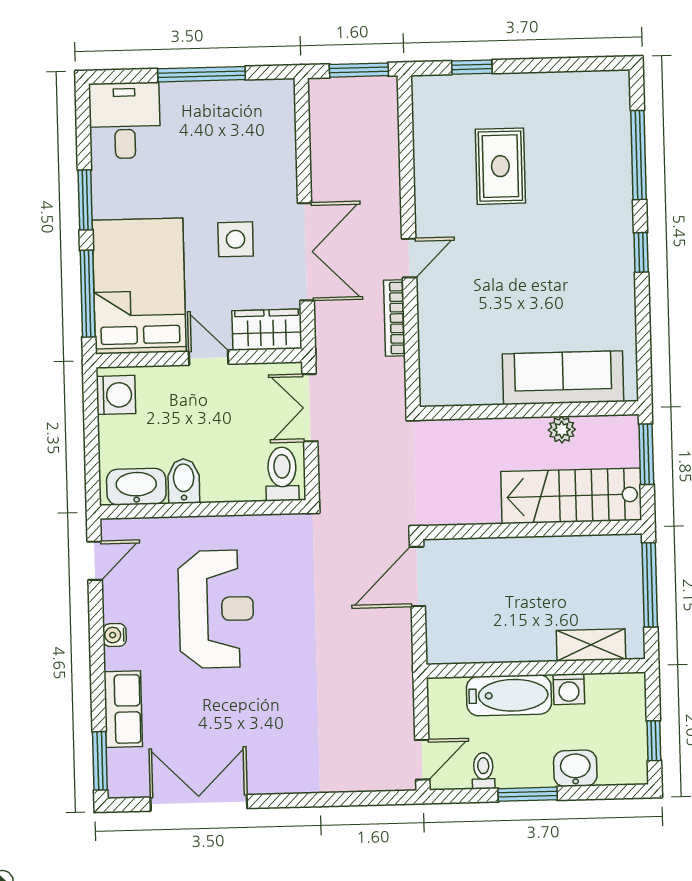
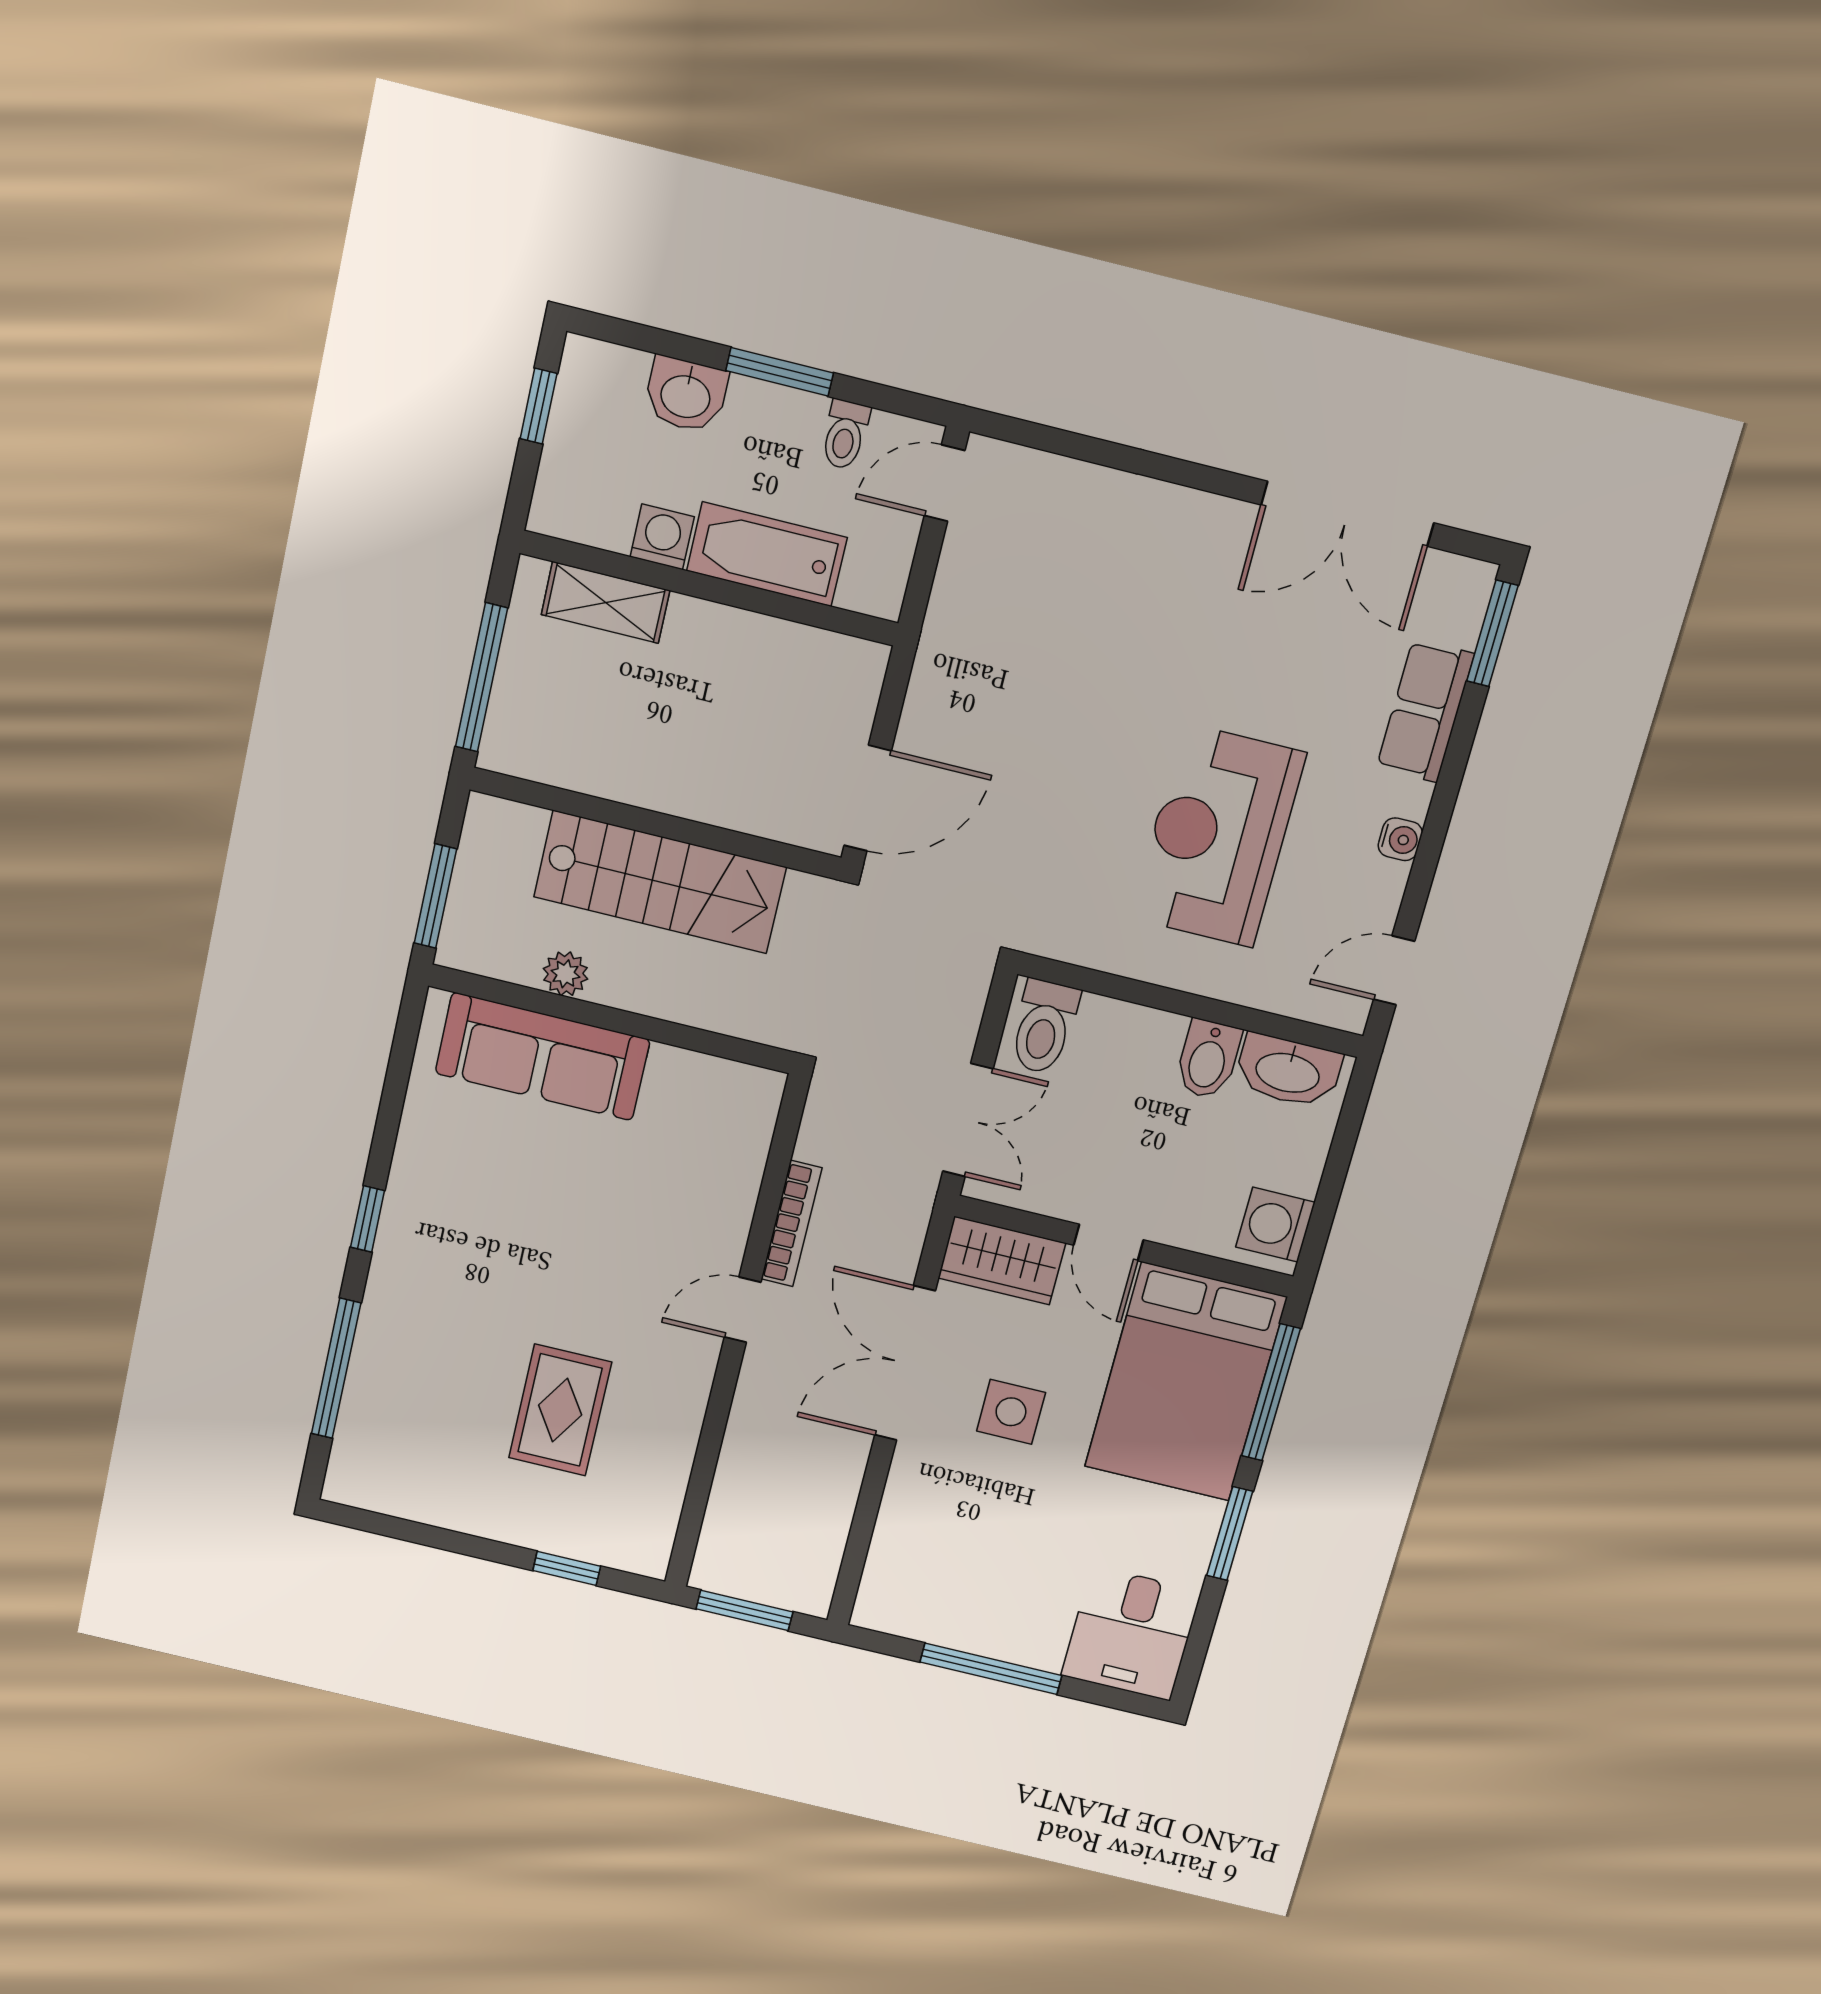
stairs: (571, 496) -> (660, 882), moved

